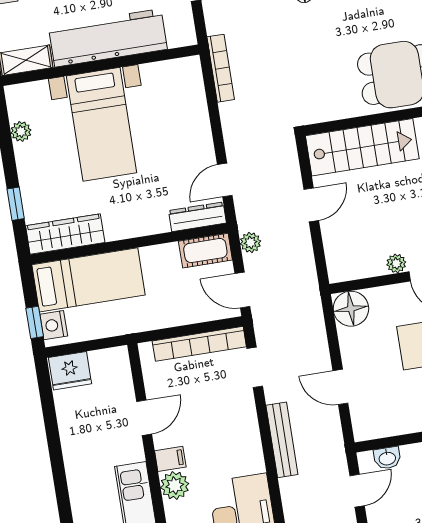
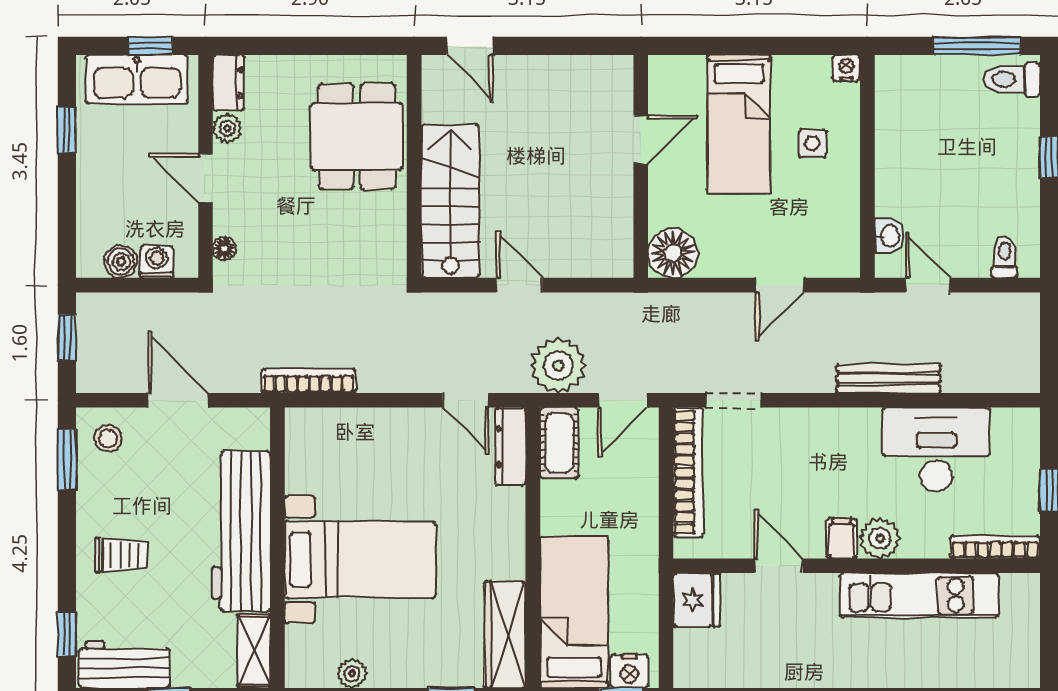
plant: (250, 242) -> (558, 365), width x1.88, depth x1.88
plant: (396, 263) -> (620, 180), removed
fridge: (70, 371) -> (696, 600), moved
bench: (282, 440) -> (888, 378), moved

